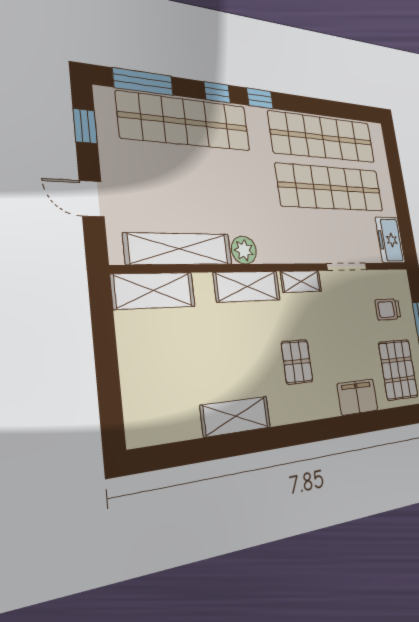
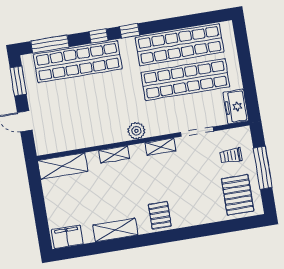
window: (85, 126) -> (18, 81), width x1.50
shelving: (179, 249) -> (77, 140), removed
plant: (244, 250) -> (136, 131), moved
shelving: (247, 286) -> (114, 154), width x0.67, depth x0.75
pallet: (297, 362) -> (160, 215), moved
filing cabinet: (357, 397) -> (67, 237), moved

